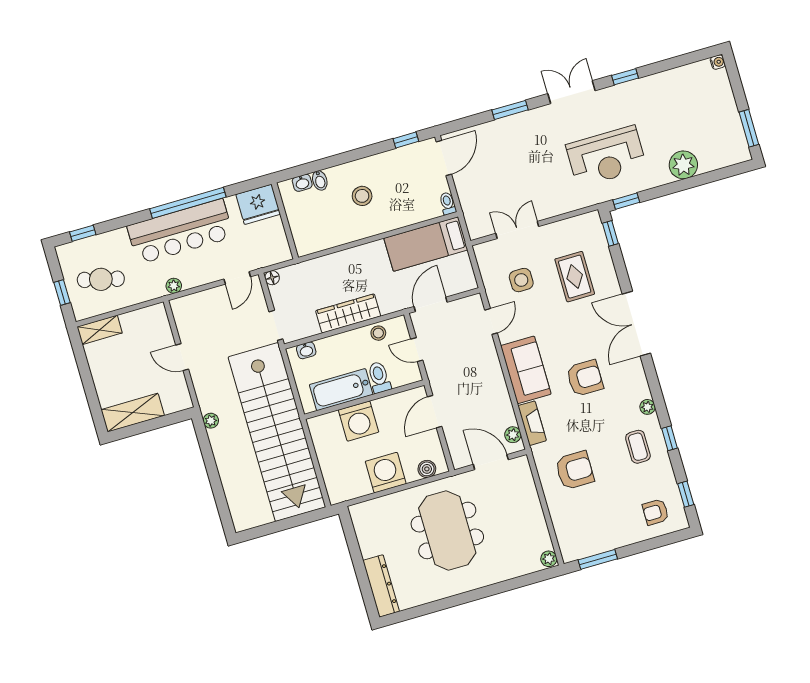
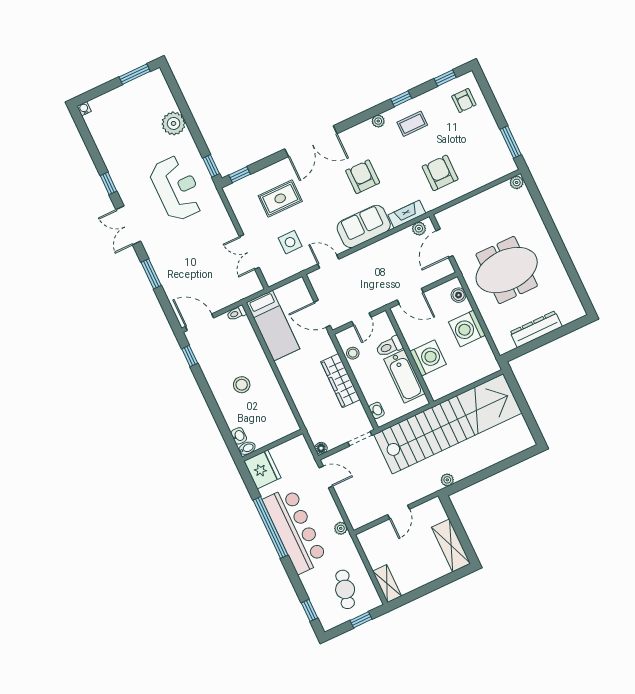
bidet: (320, 180) -> (247, 448), moved
dresser: (381, 586) -> (536, 329), moved

